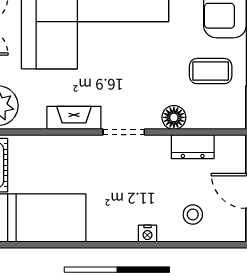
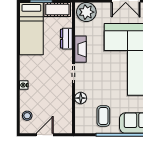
dresser: (193, 147) -> (66, 39), moved
stool: (193, 215) -> (27, 116), moved

